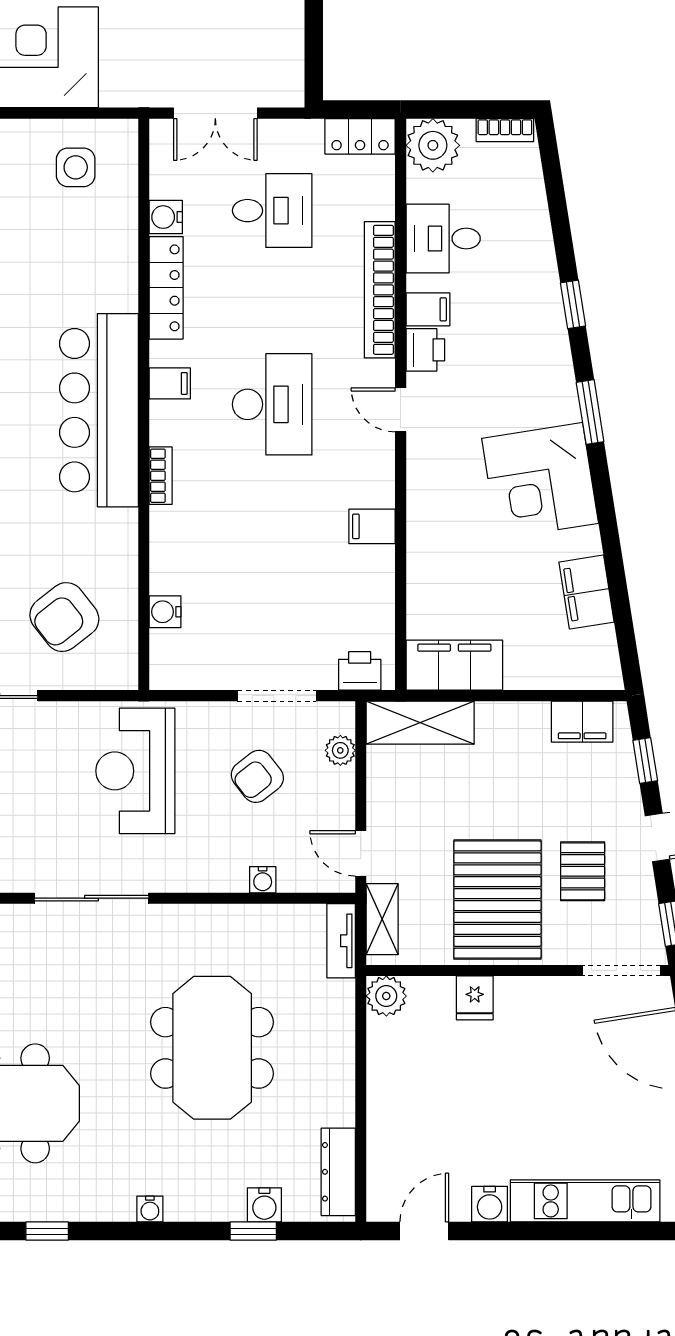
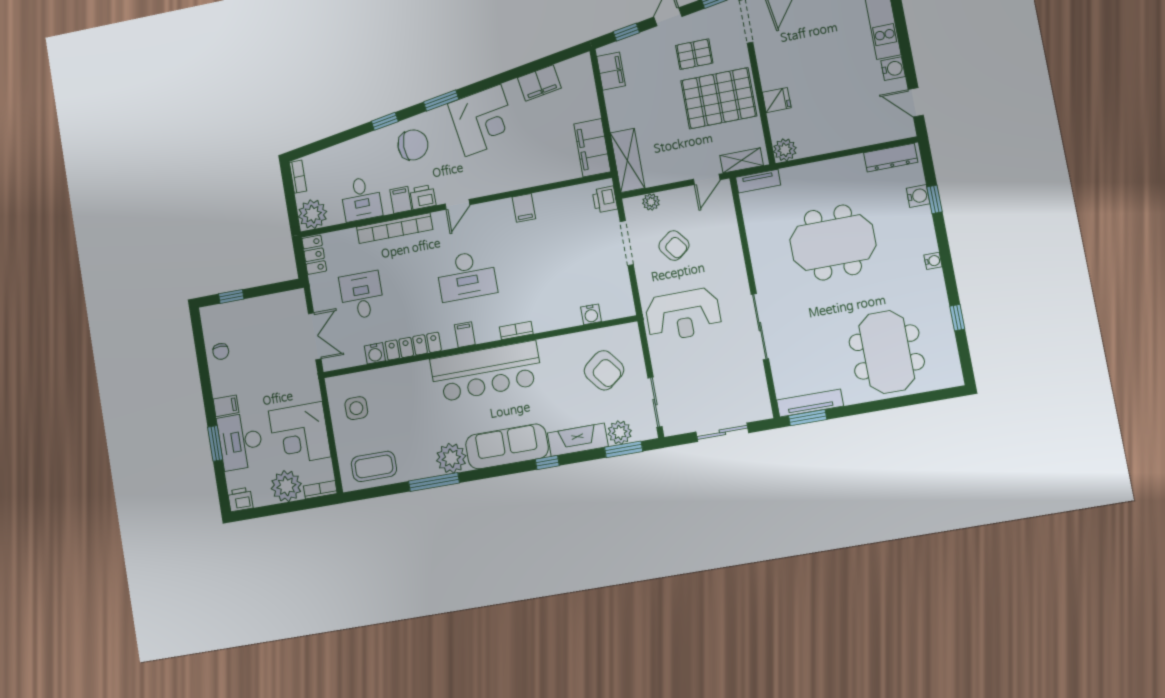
chair: (521, 348) -> (413, 145), added
desk: (272, 404) -> (467, 276), turned 180
water cooler: (263, 880) -> (732, 232), removed

